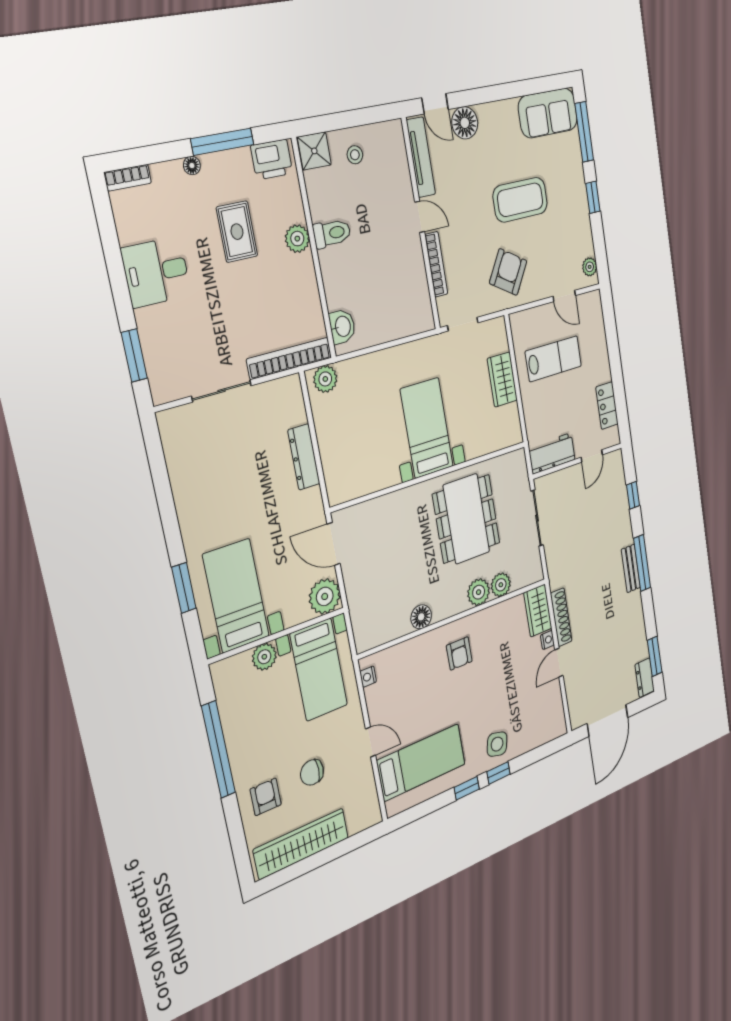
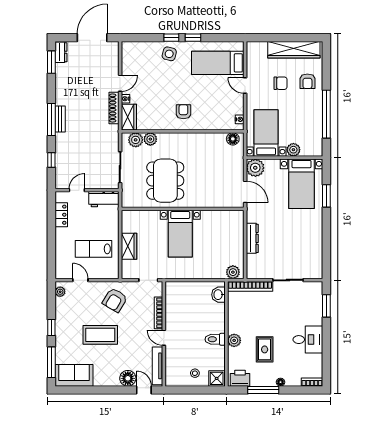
plant: (479, 592) -> (136, 140), moved
floor lamp: (421, 617) -> (233, 139), moved

